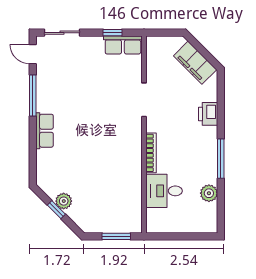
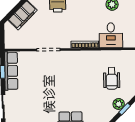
row of seats: (123, 45) -> (11, 71), width x1.48
wheelchair: (101, 191) -> (112, 78), added

